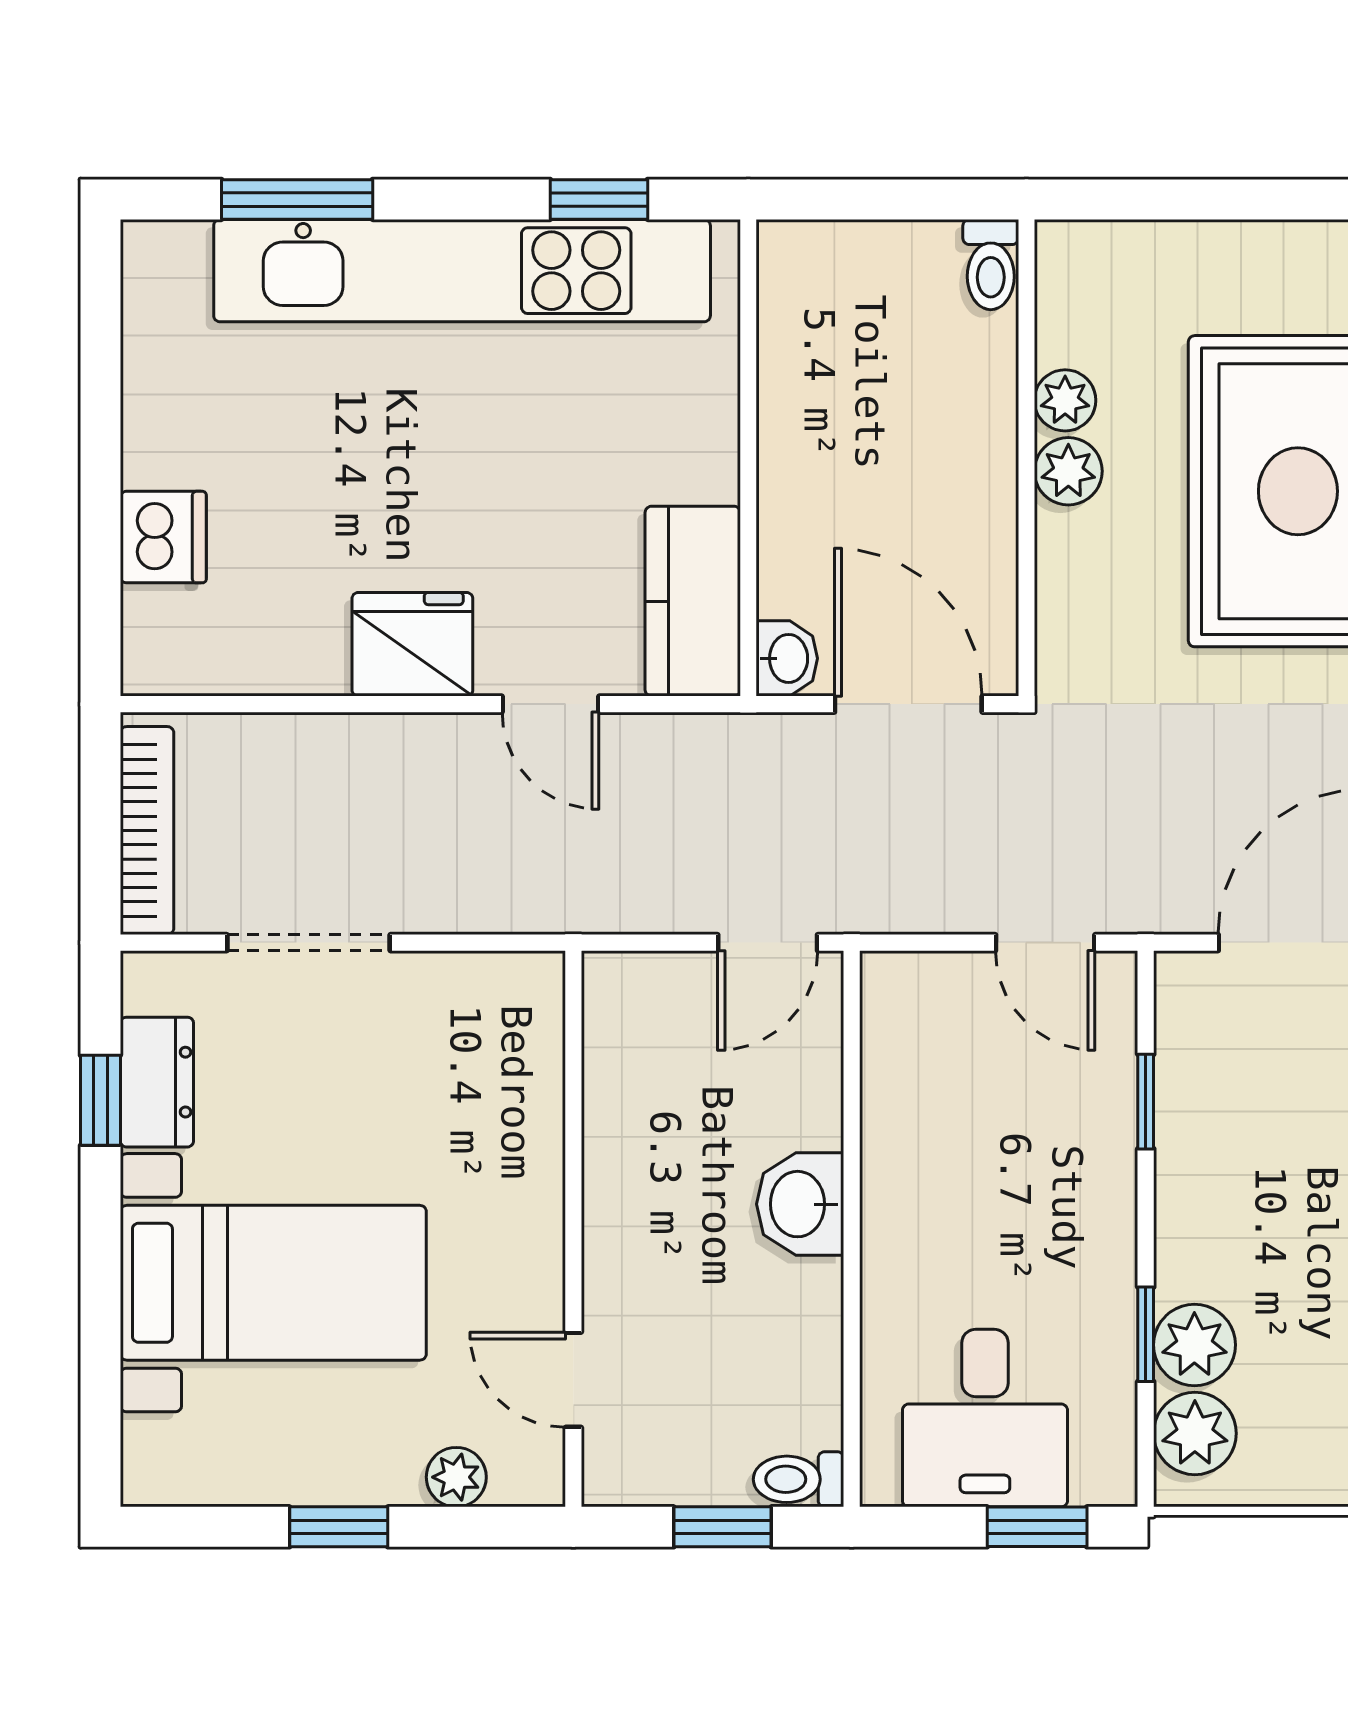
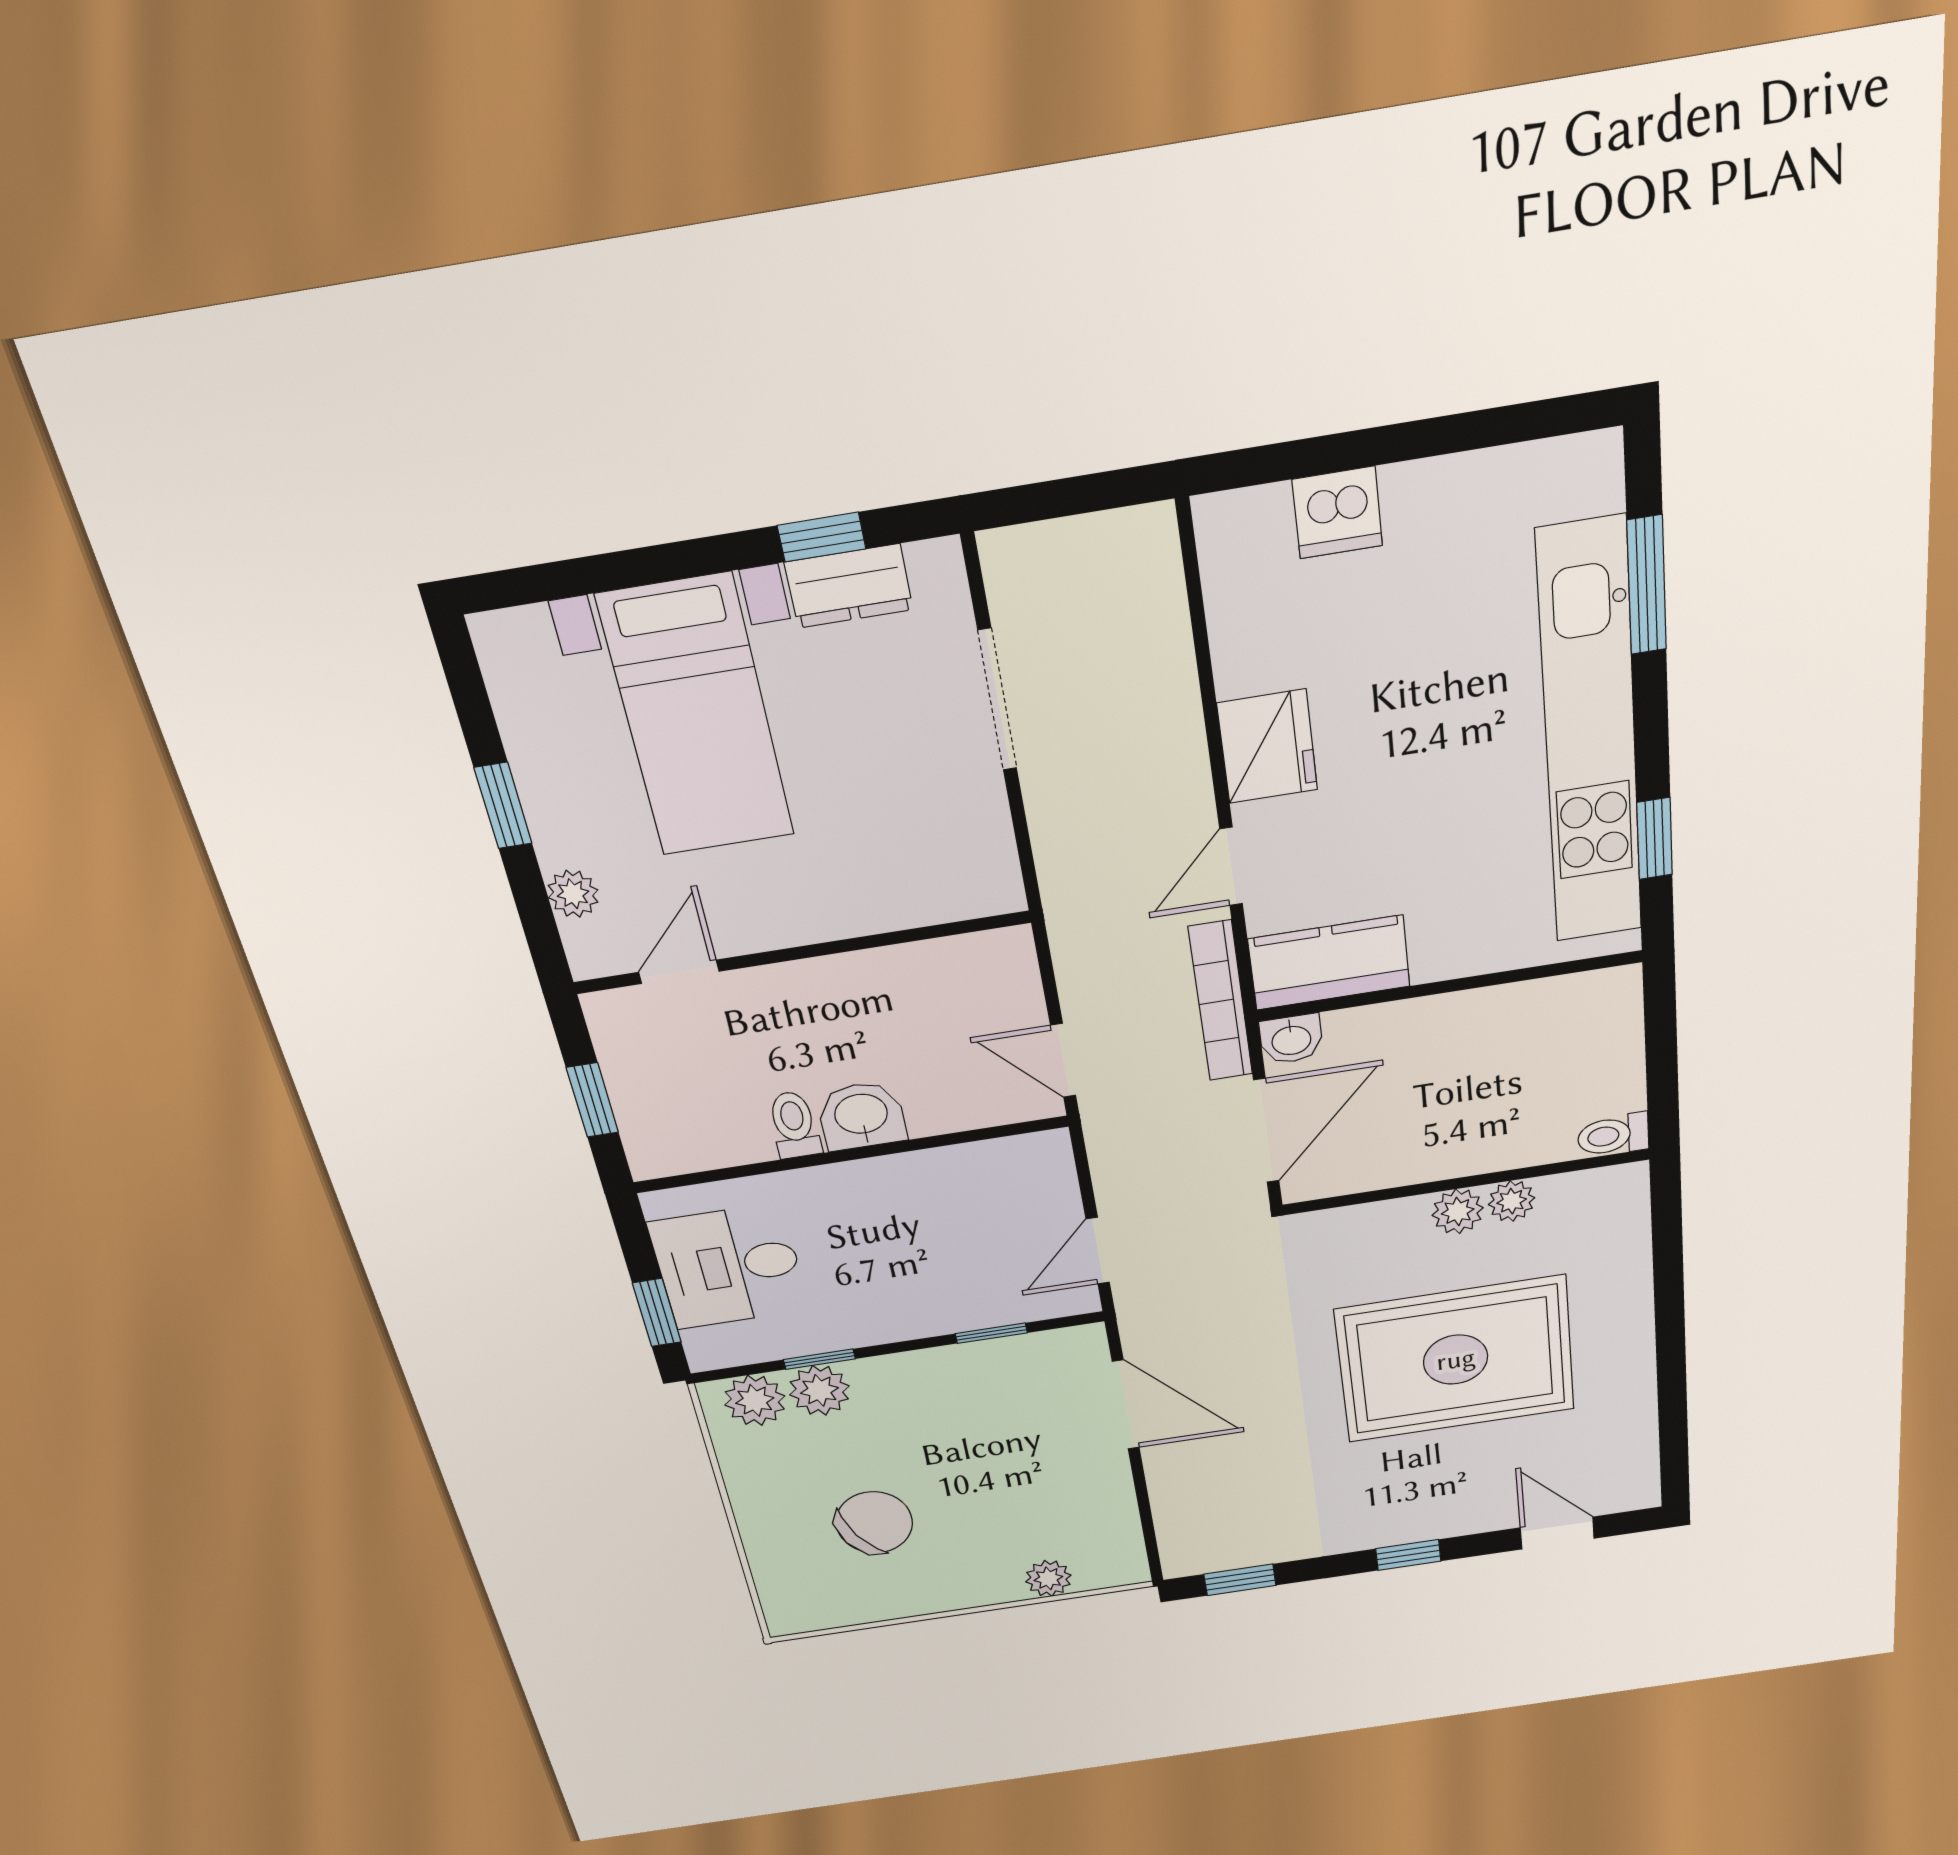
bookcase: (147, 831) -> (1221, 1001), moved, turned 90
toilet: (798, 1479) -> (794, 1125), moved

